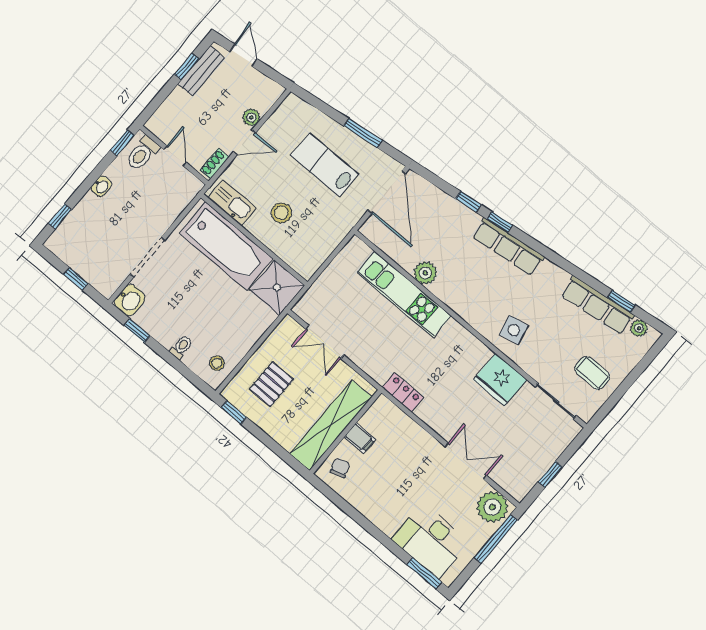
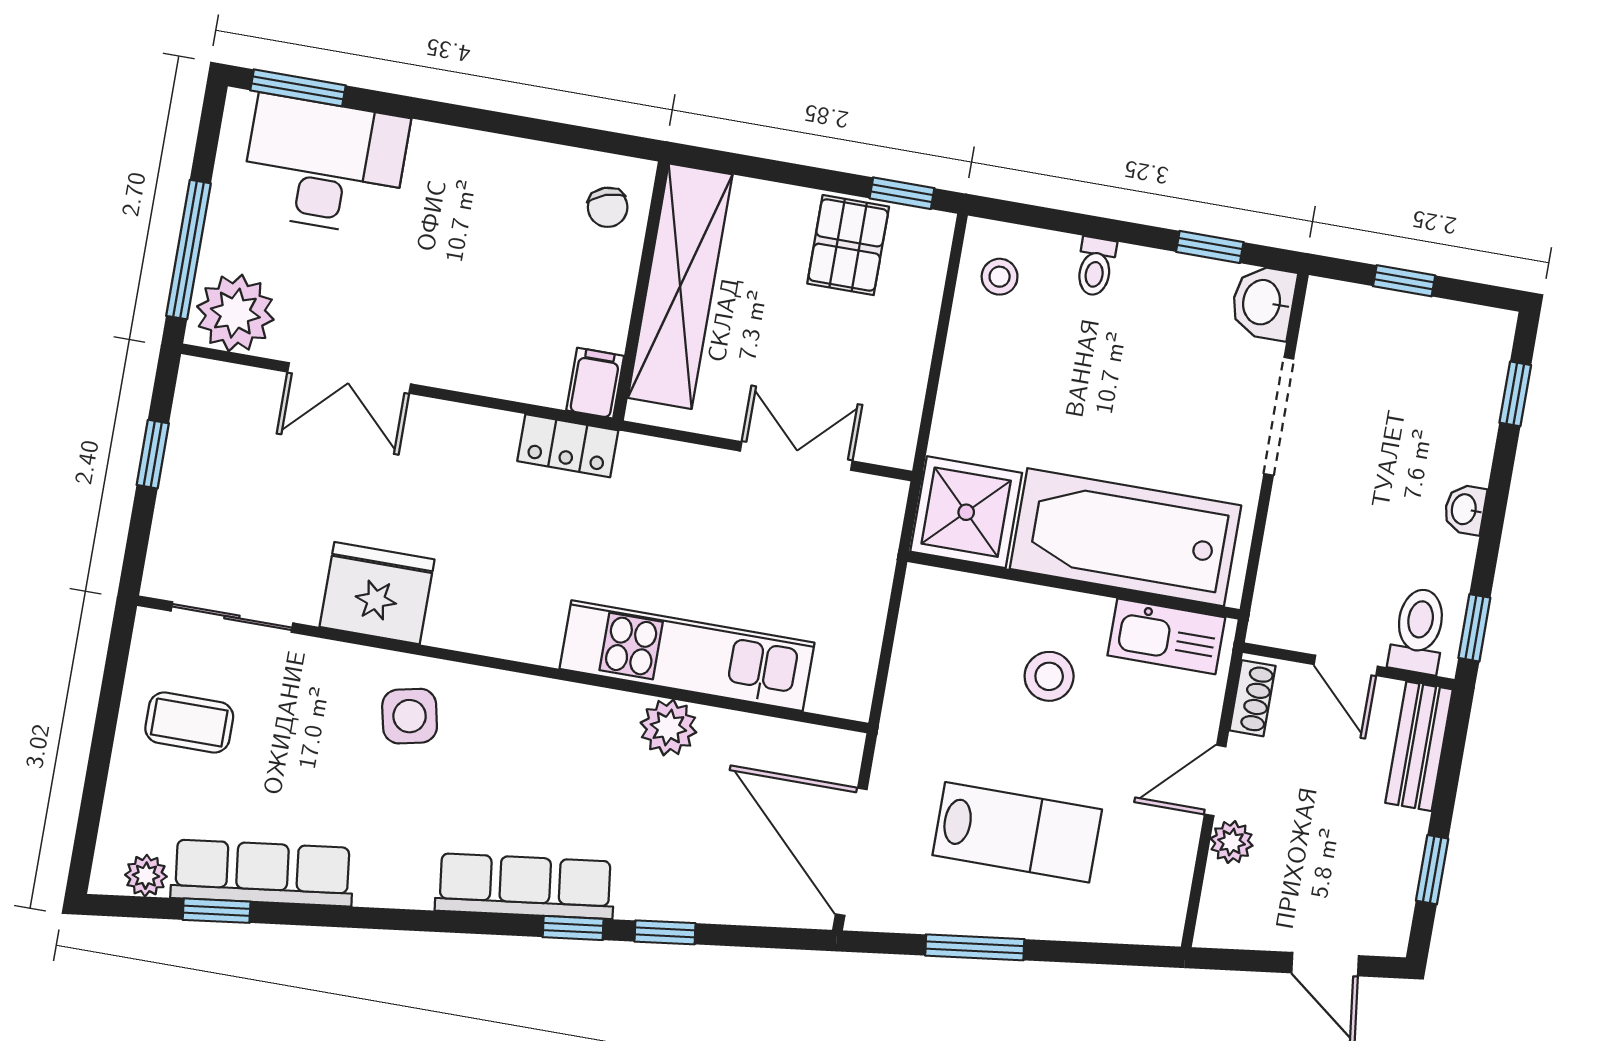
bench: (201, 71) -> (1419, 746), moved
pallet: (271, 384) -> (848, 245), moved
filing cabinet: (360, 438) -> (595, 383), moved, turned 90

